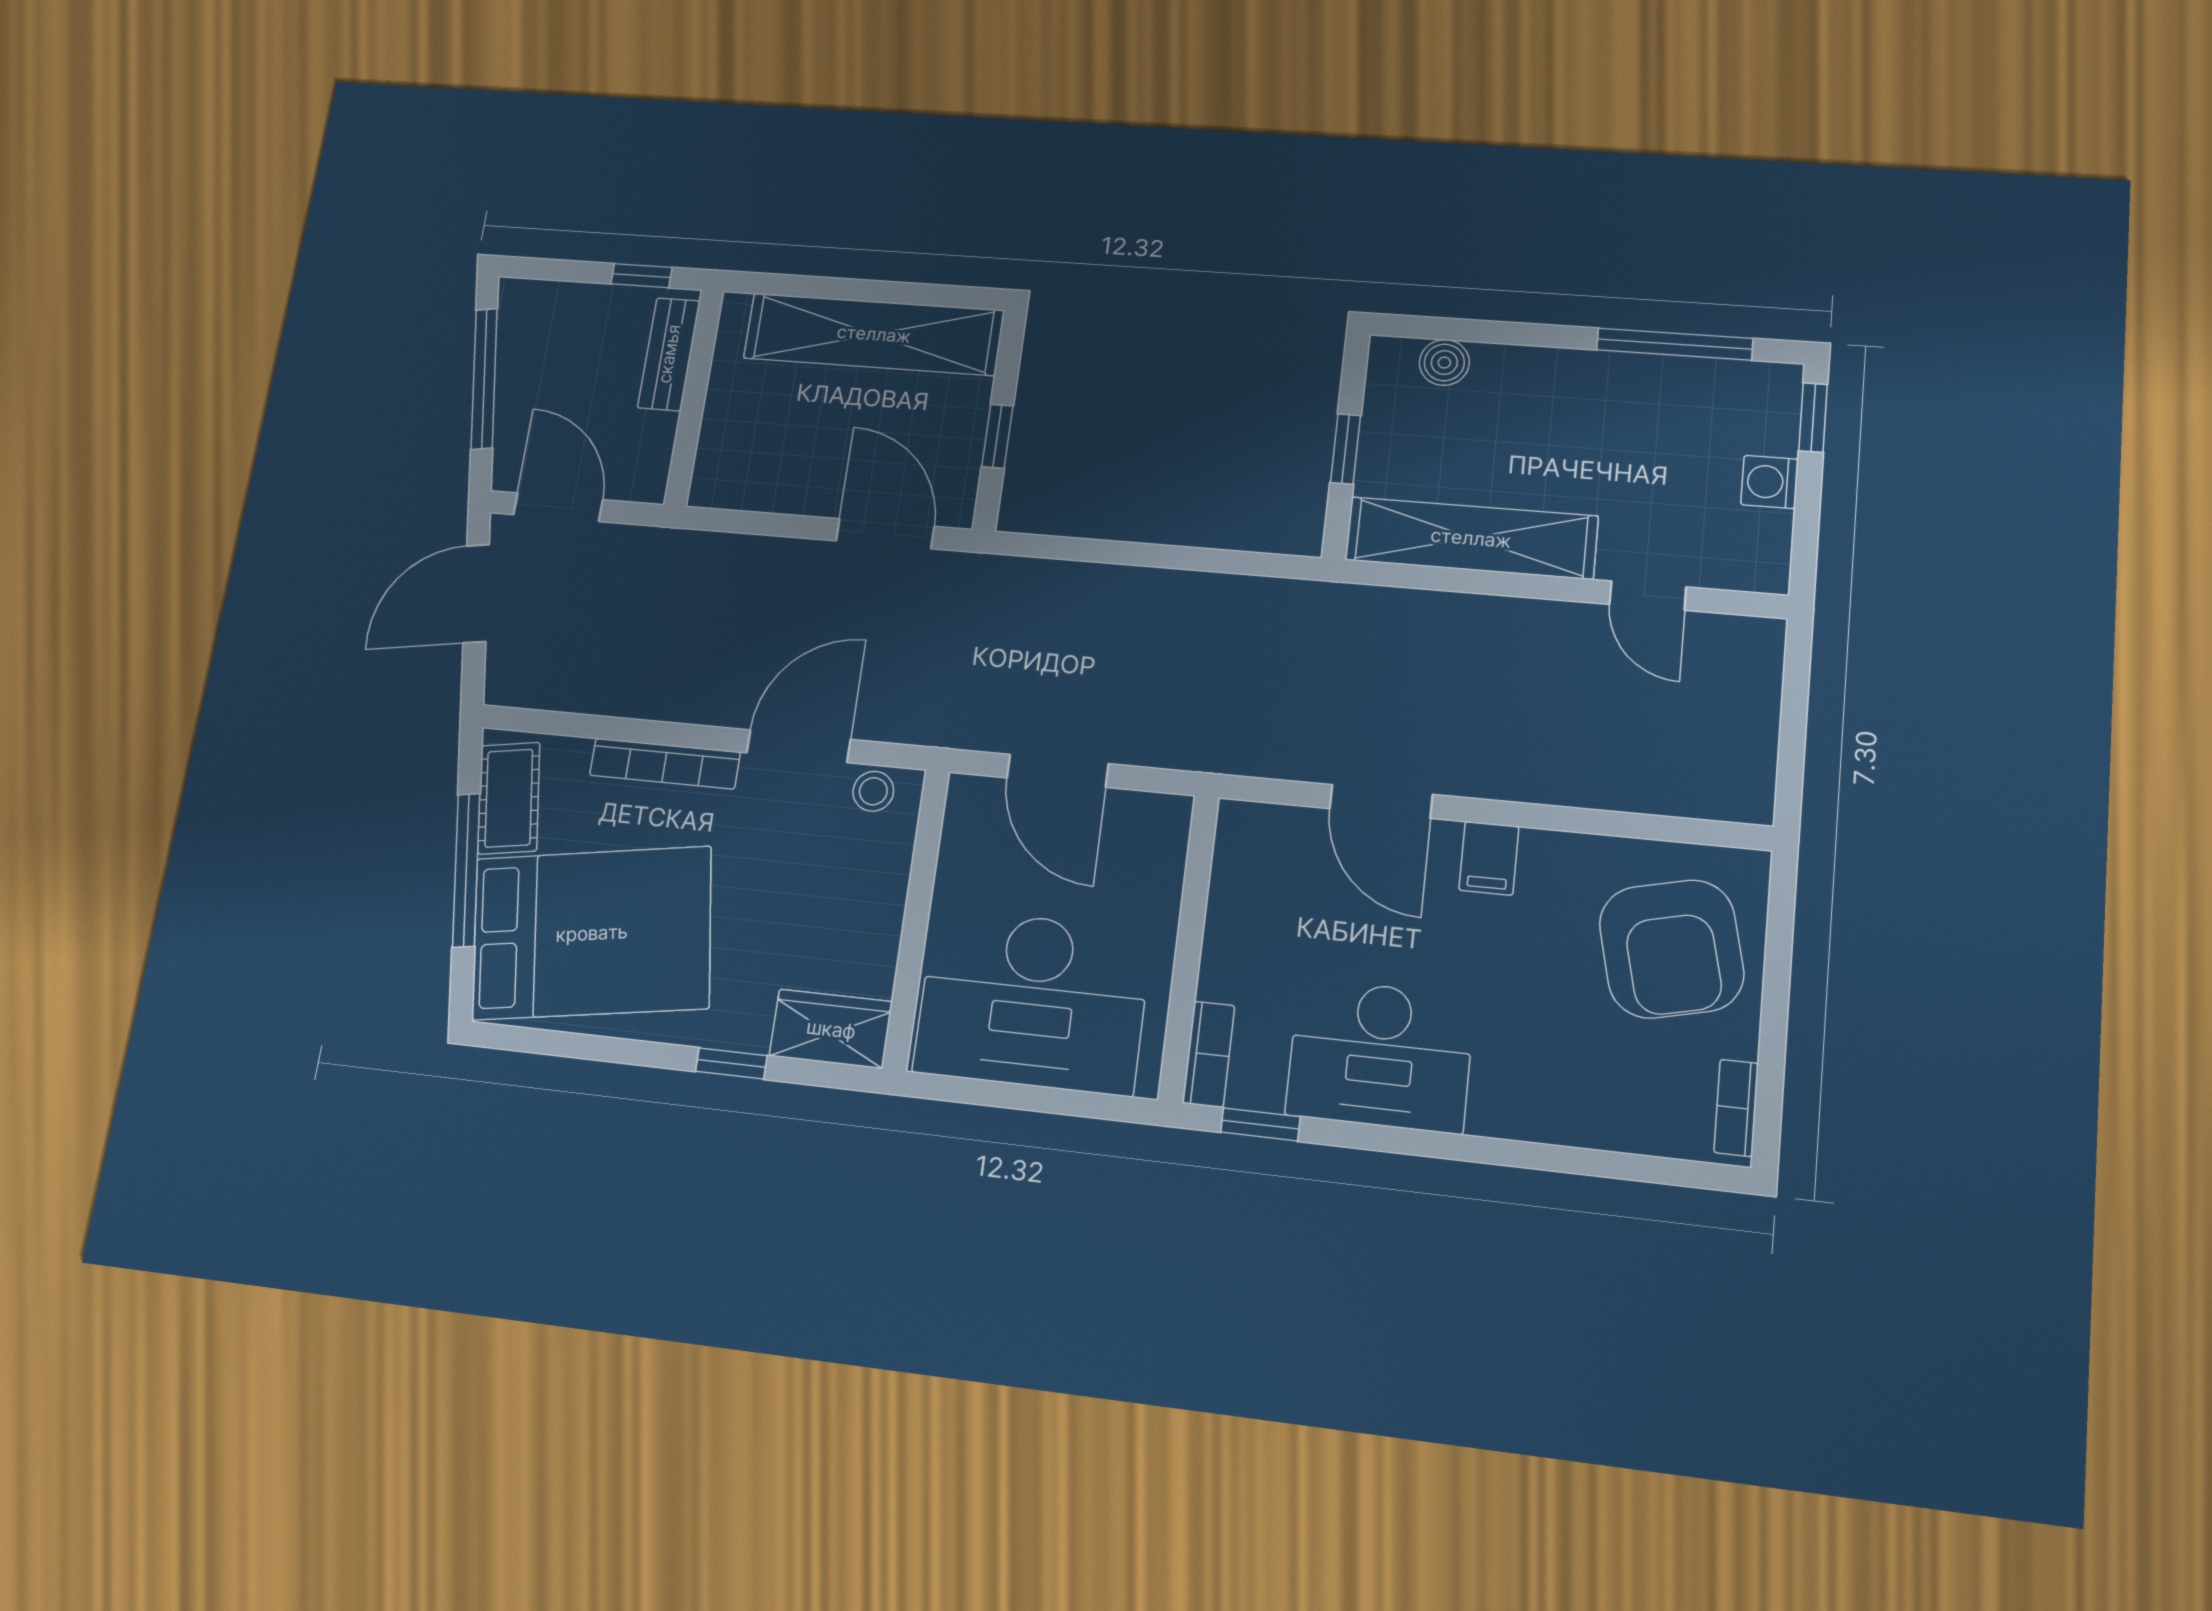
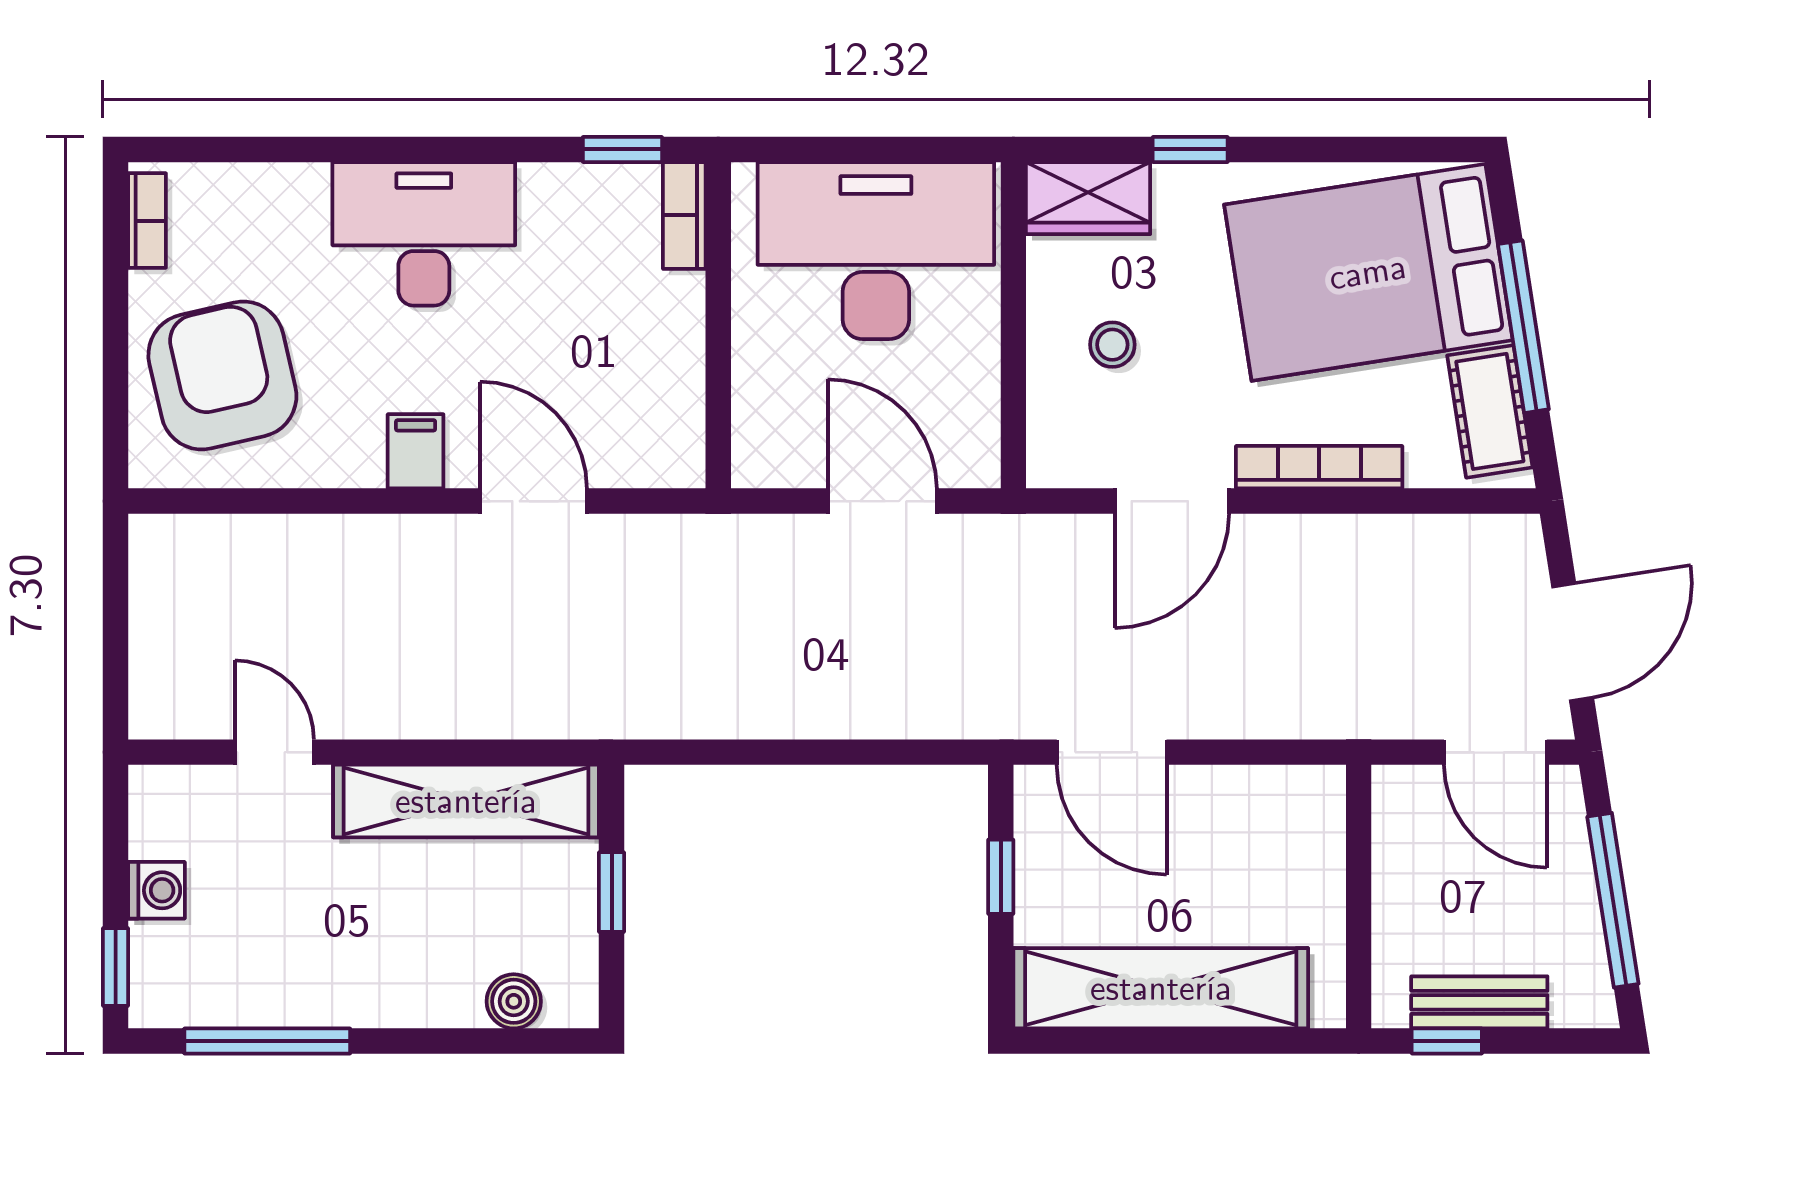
bench: (669, 354) -> (1479, 1002), moved, turned 90
stool: (873, 791) -> (1112, 345), moved
desk: (1380, 1055) -> (424, 234), moved

